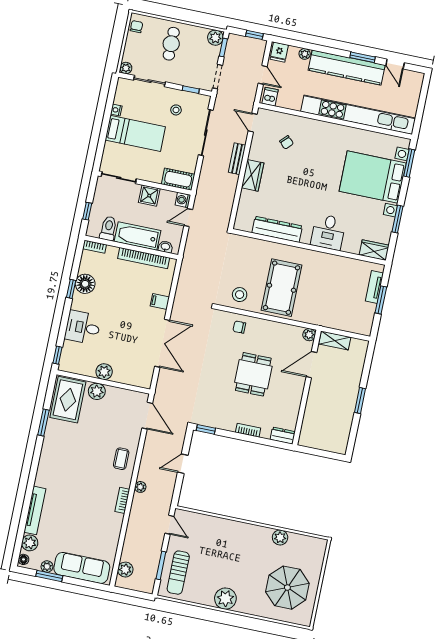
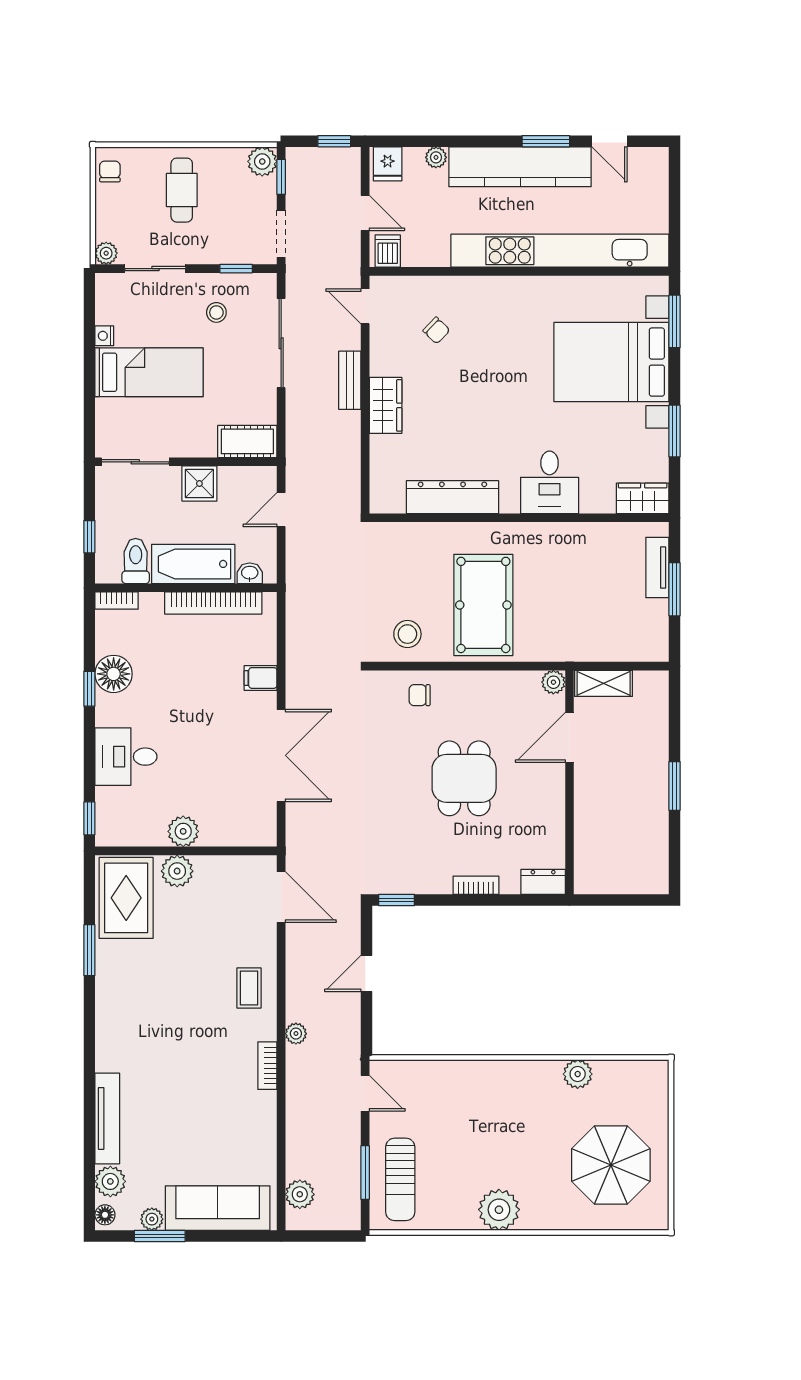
washing machine: (183, 200) -> (264, 479), removed

